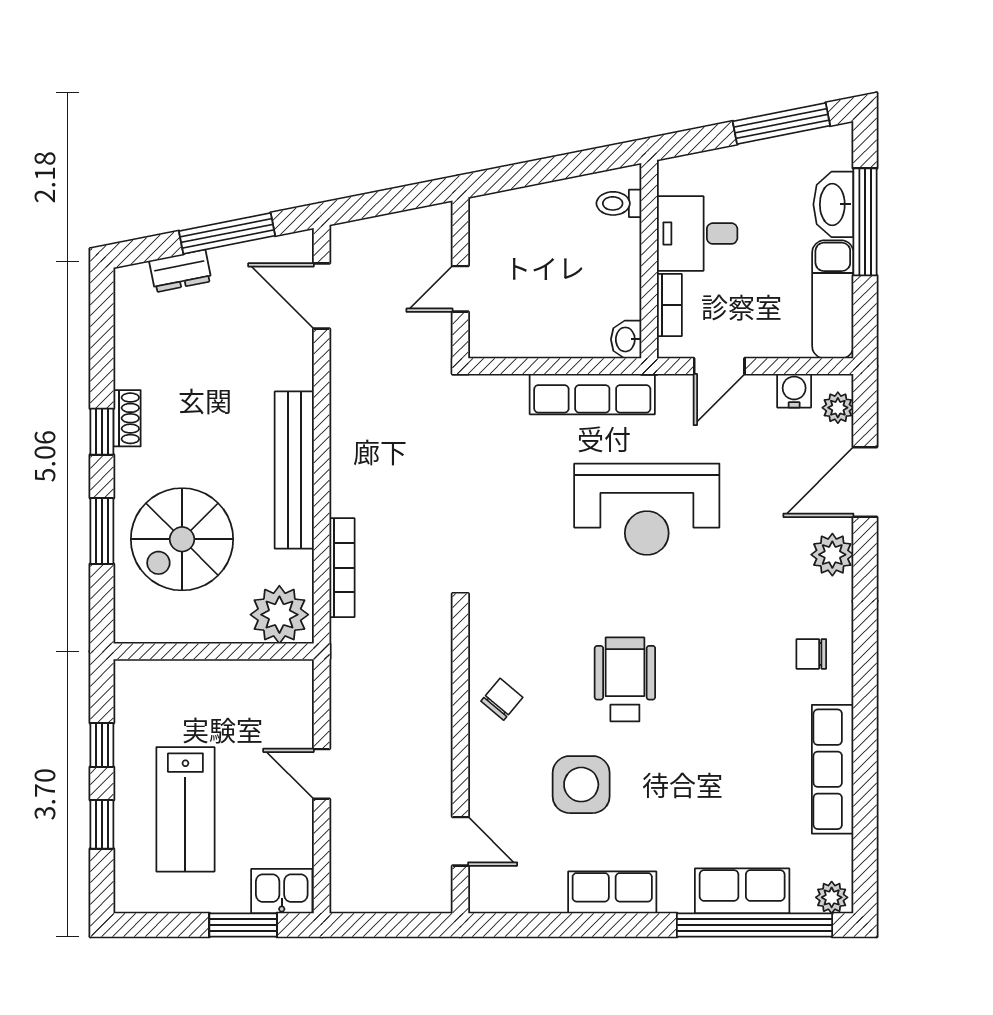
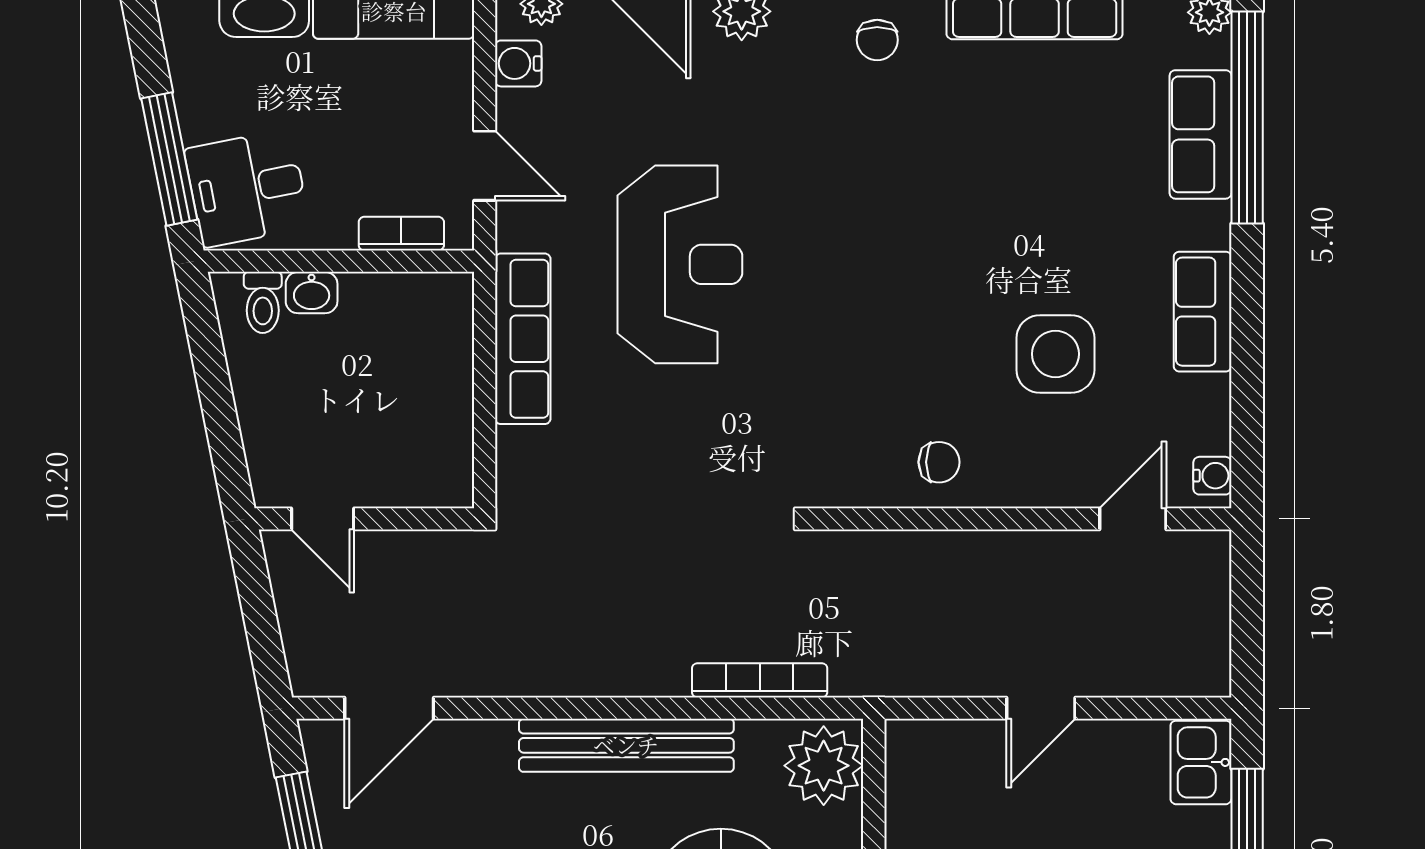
window: (781, 124) -> (169, 159), moved
desk: (697, 234) -> (247, 188), moved, turned 79
door: (460, 289) -> (323, 519), moved
washbasin: (626, 339) -> (312, 293), moved
wheelchair: (625, 679) -> (912, 294), removed
chair: (502, 699) -> (939, 462), turned 140
water cooler: (492, 900) -> (1212, 476), added

